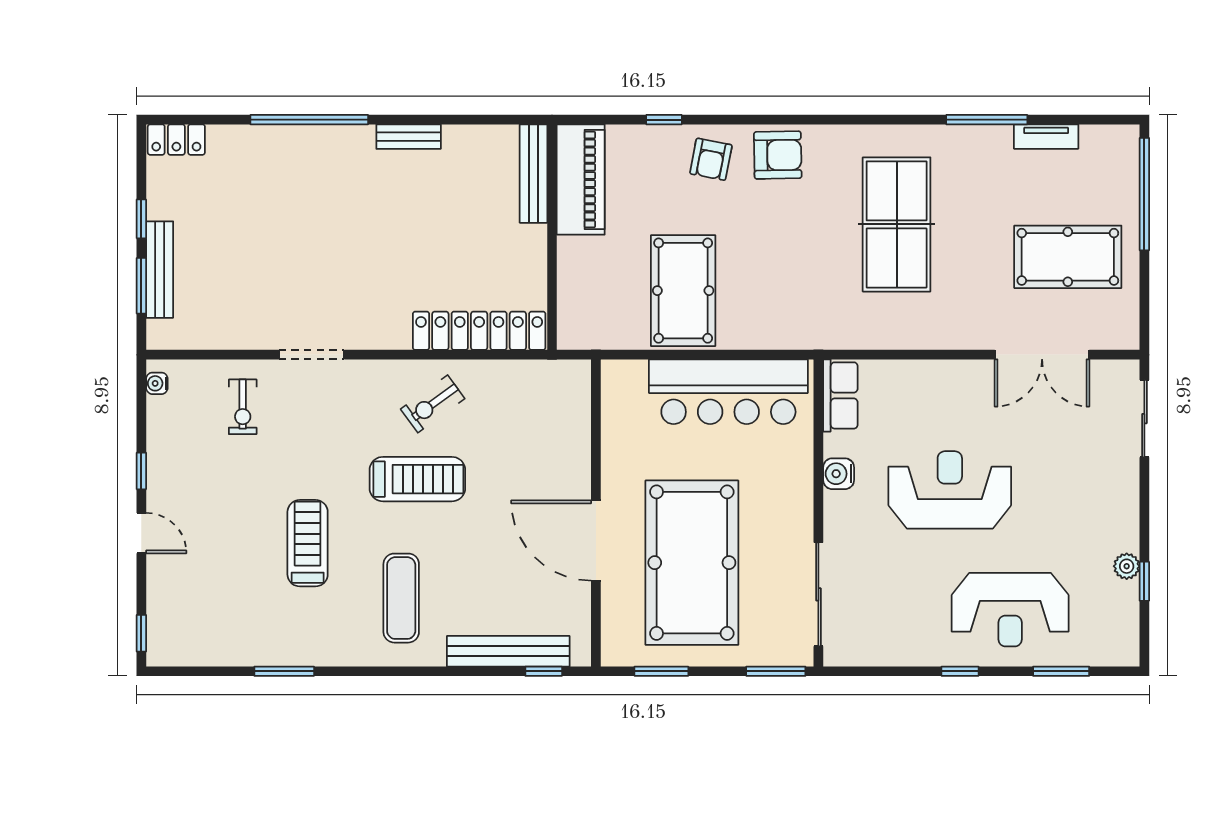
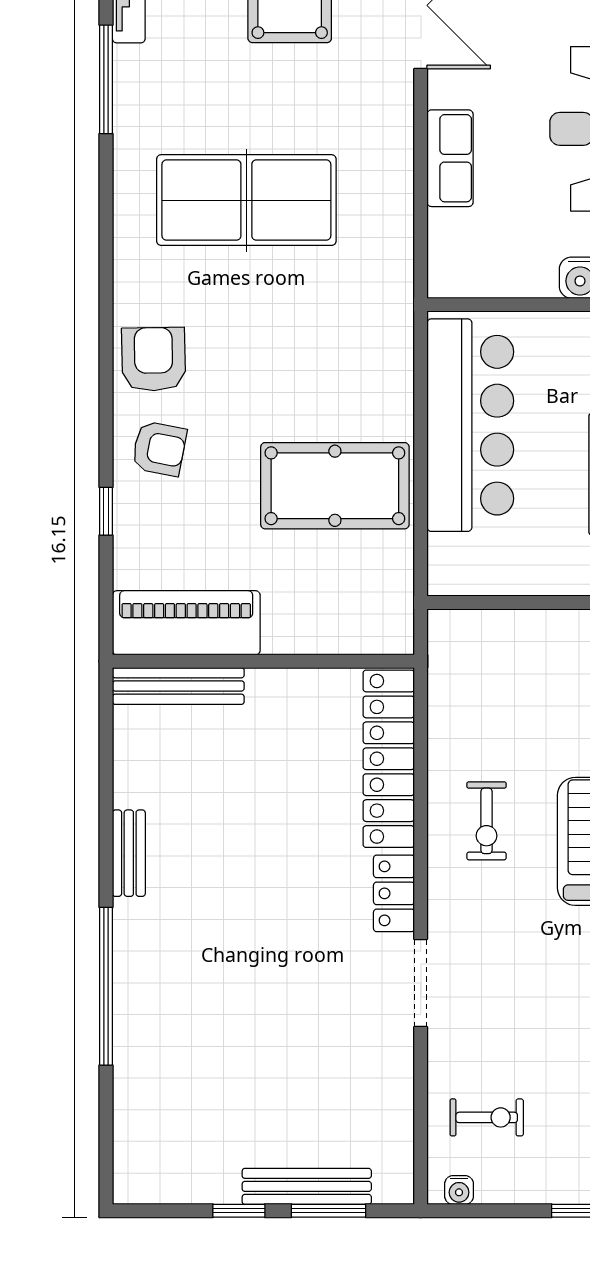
locker: (176, 140) -> (394, 893), moved, turned 180
row of seats: (840, 395) -> (450, 158), moved, turned 90
exercise bike: (433, 404) -> (487, 821), turned 36
exercise bike: (243, 407) -> (487, 1117), moved

